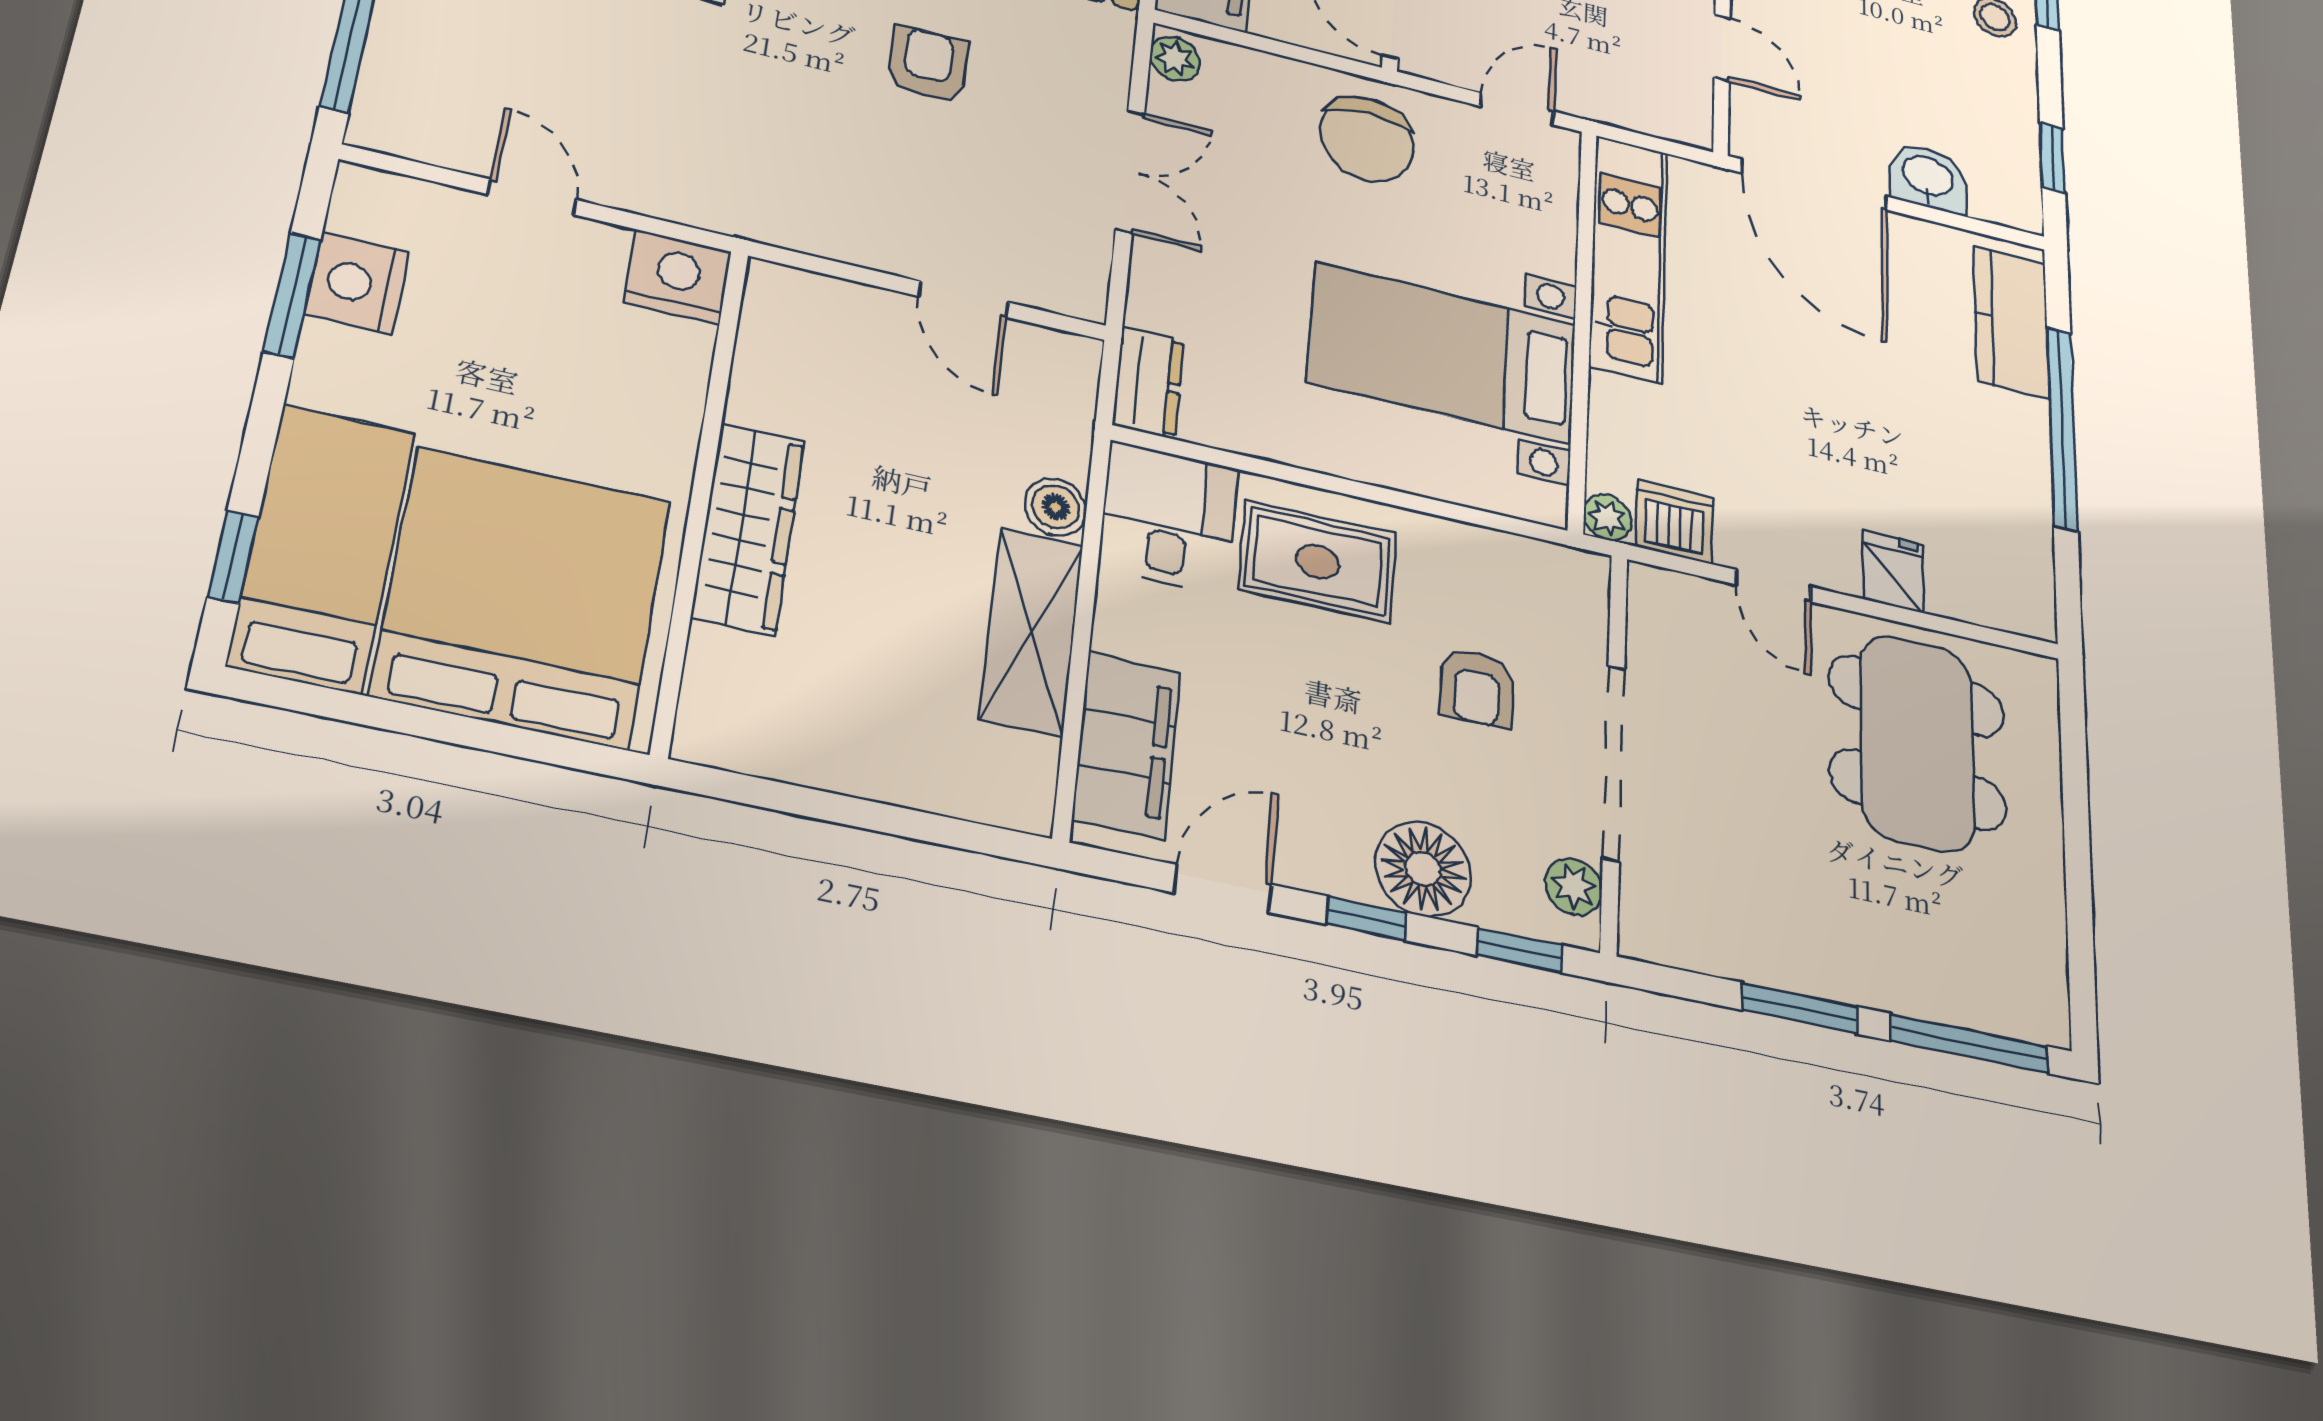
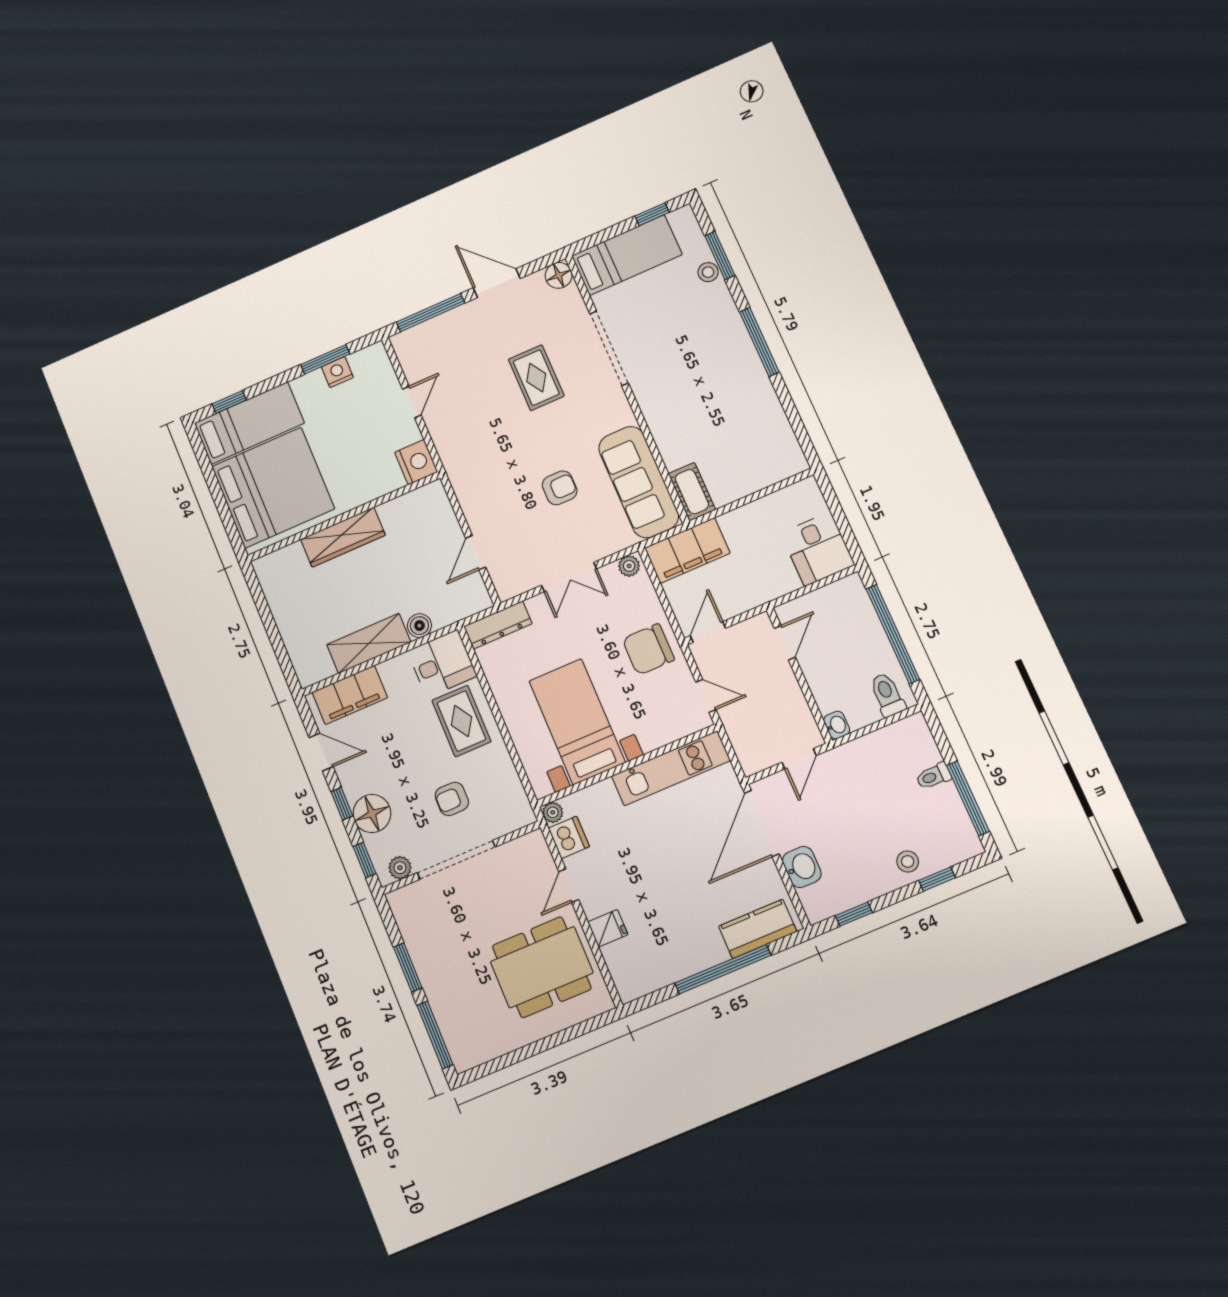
nightstand: (357, 283) -> (337, 372), width x0.74, depth x0.75
dresser: (1148, 382) -> (498, 625), width x1.44

